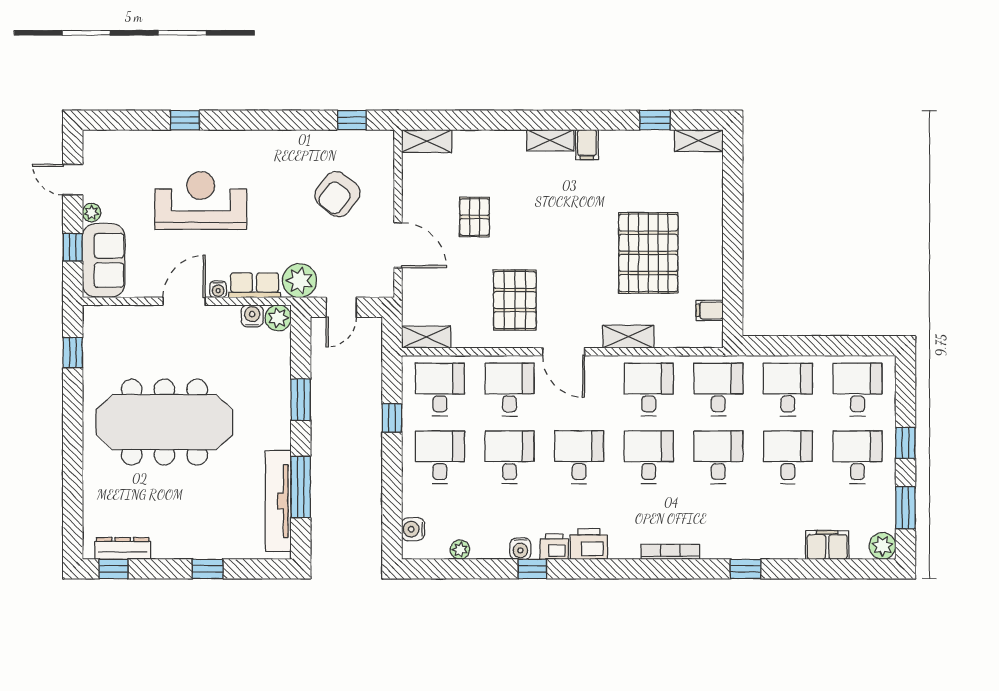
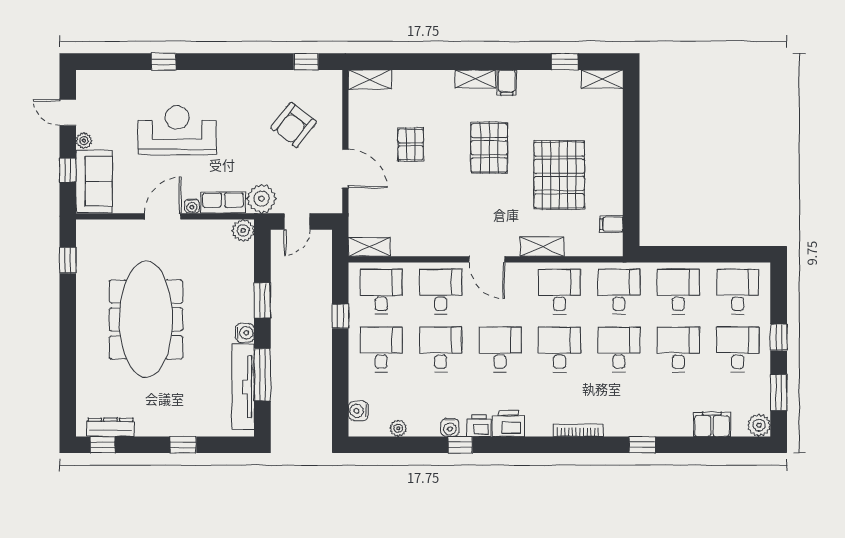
pallet: (515, 300) -> (489, 148), moved
water cooler: (252, 316) -> (245, 333), moved, turned 90
meeting table: (164, 422) -> (146, 319), turned 90

